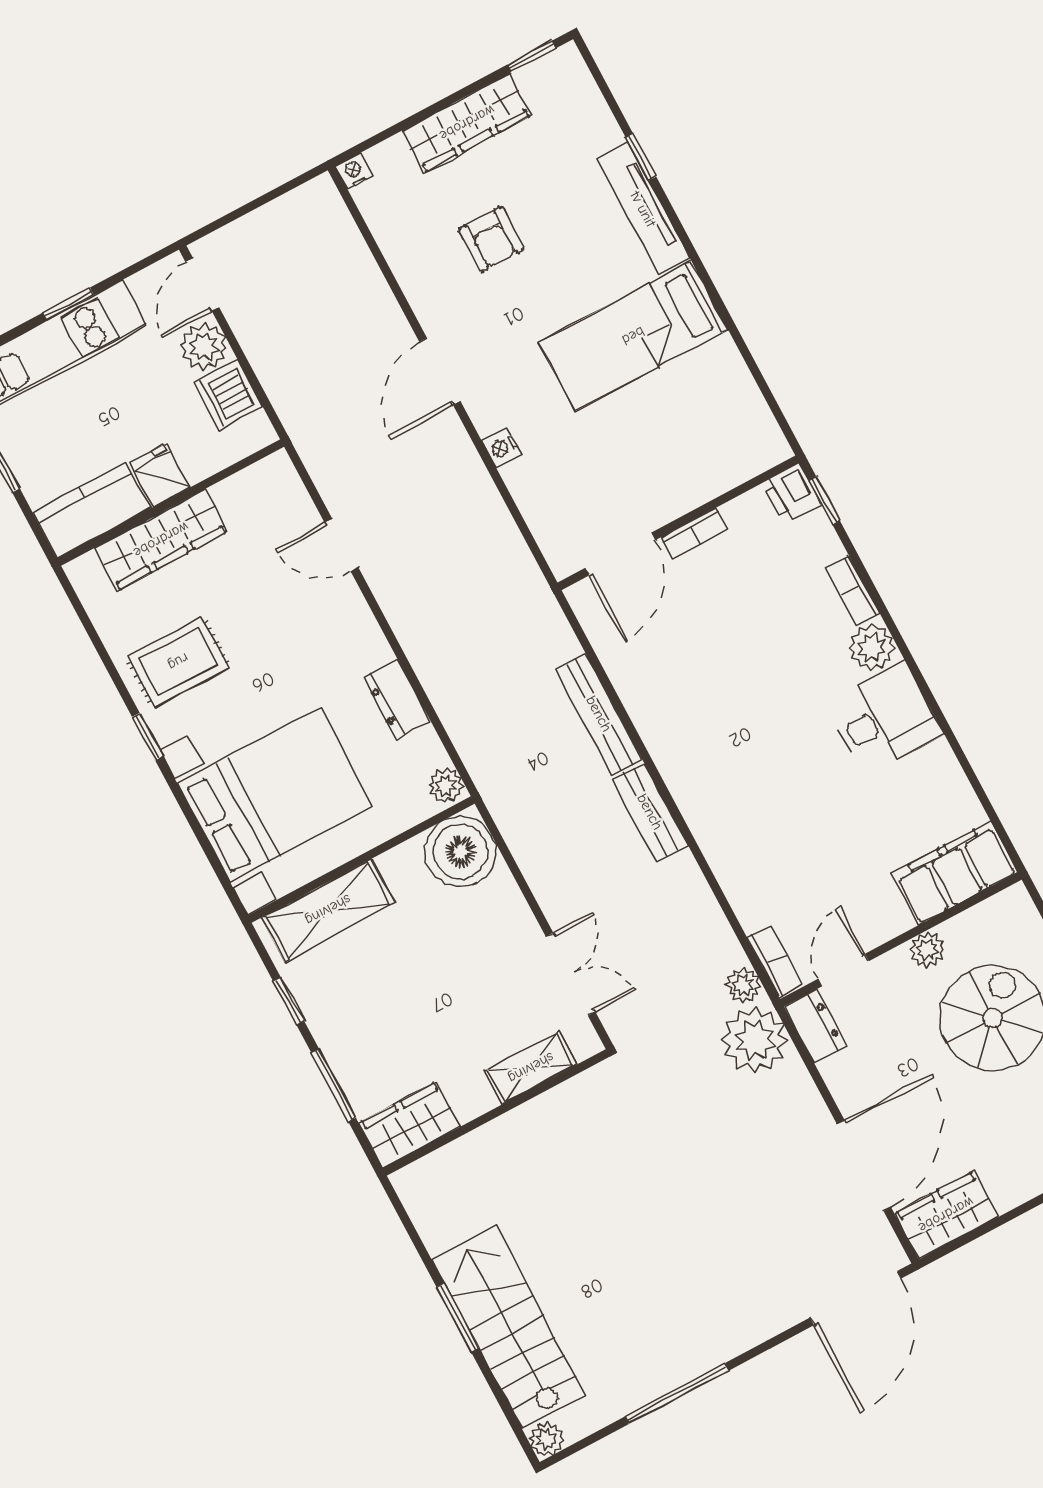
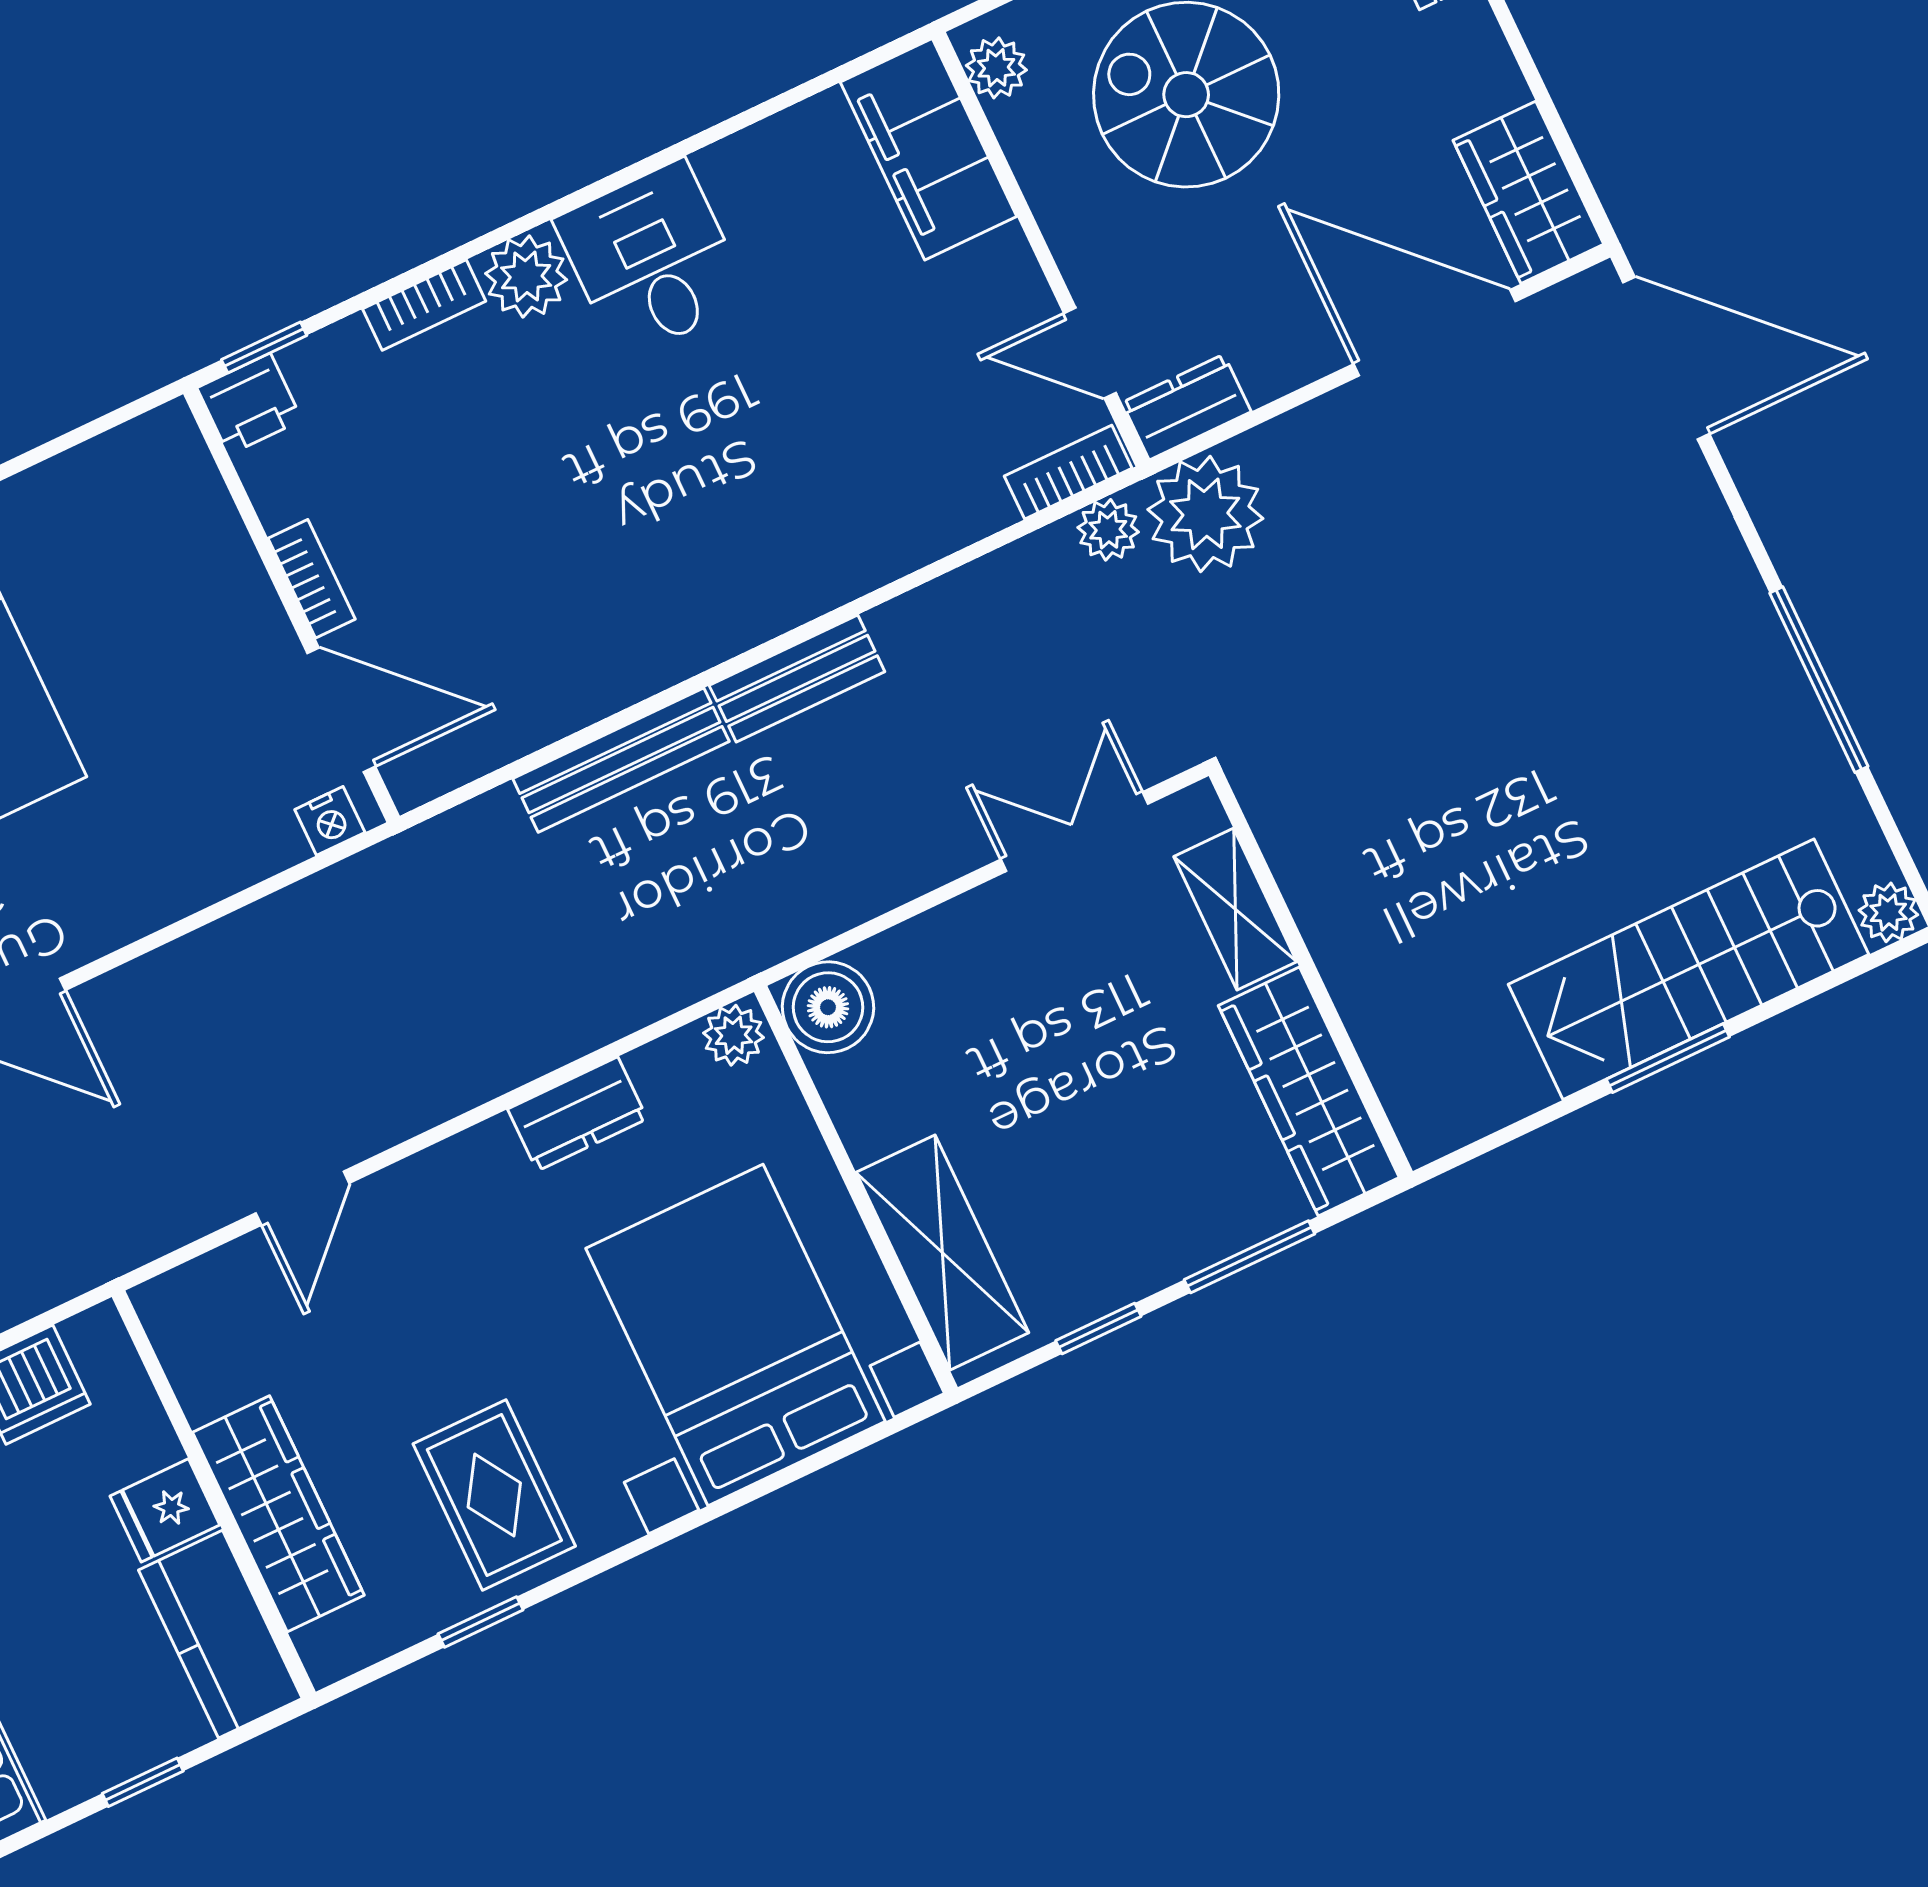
nightstand: (502, 448) -> (330, 821), moved
window: (147, 737) -> (481, 1622), moved
boiler: (460, 852) -> (828, 1007), width x0.73, depth x0.73
plant: (927, 950) -> (996, 68), moved
wardrobe: (410, 1125) -> (1309, 1091), width x1.50

